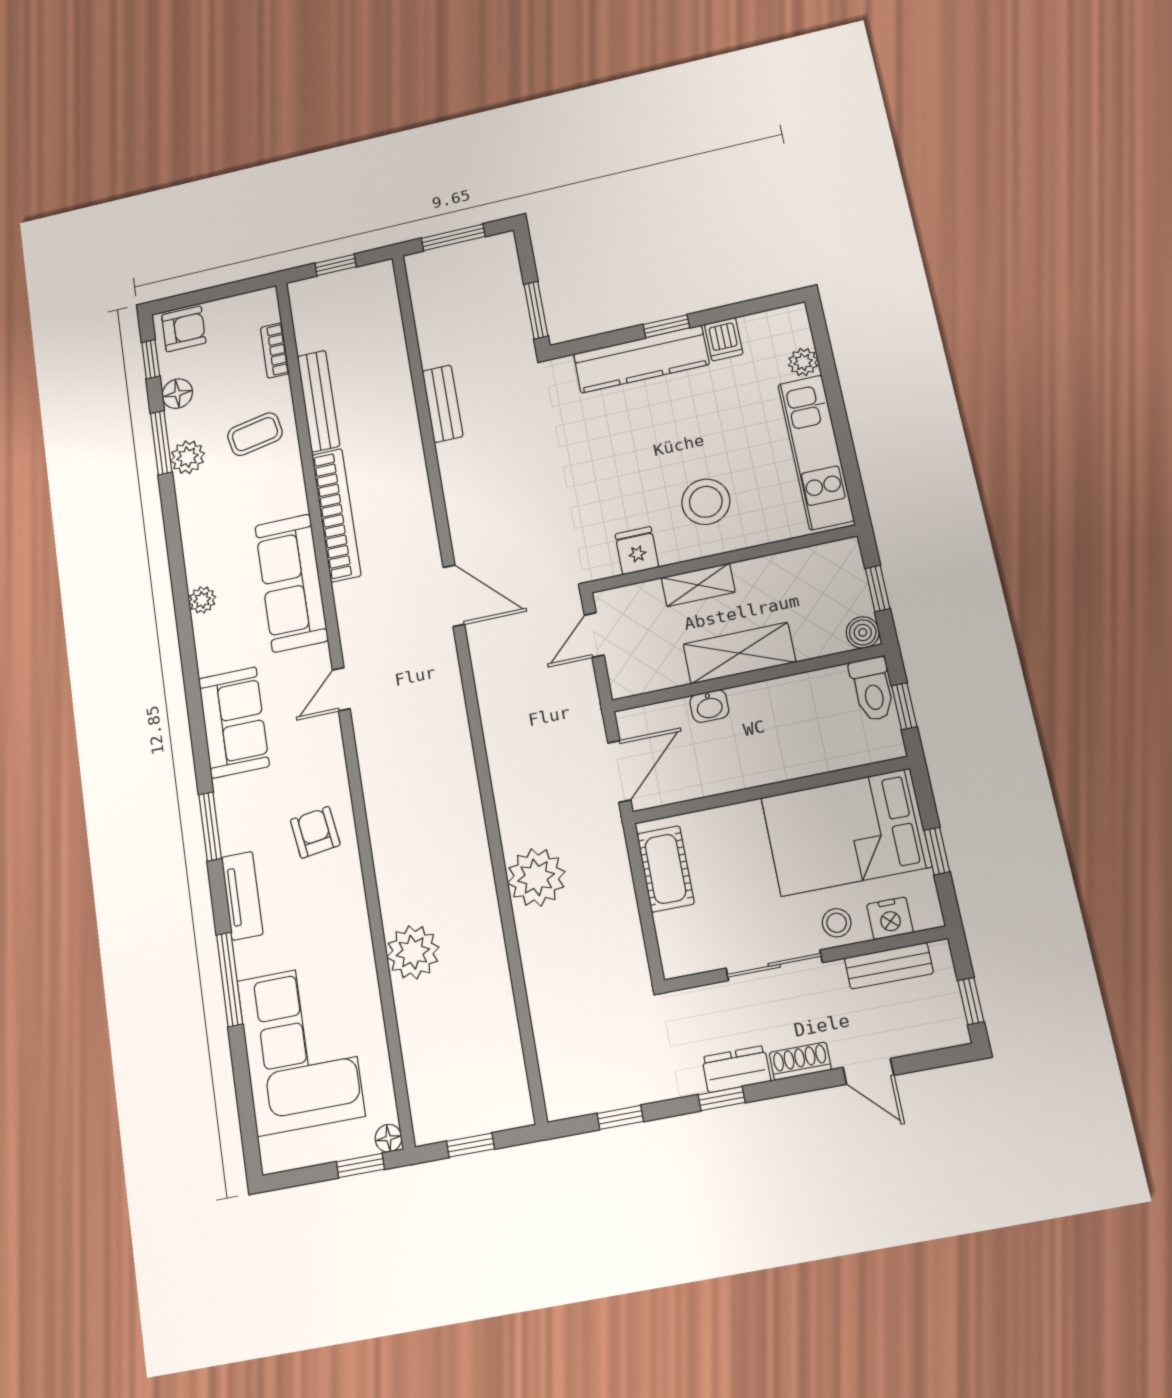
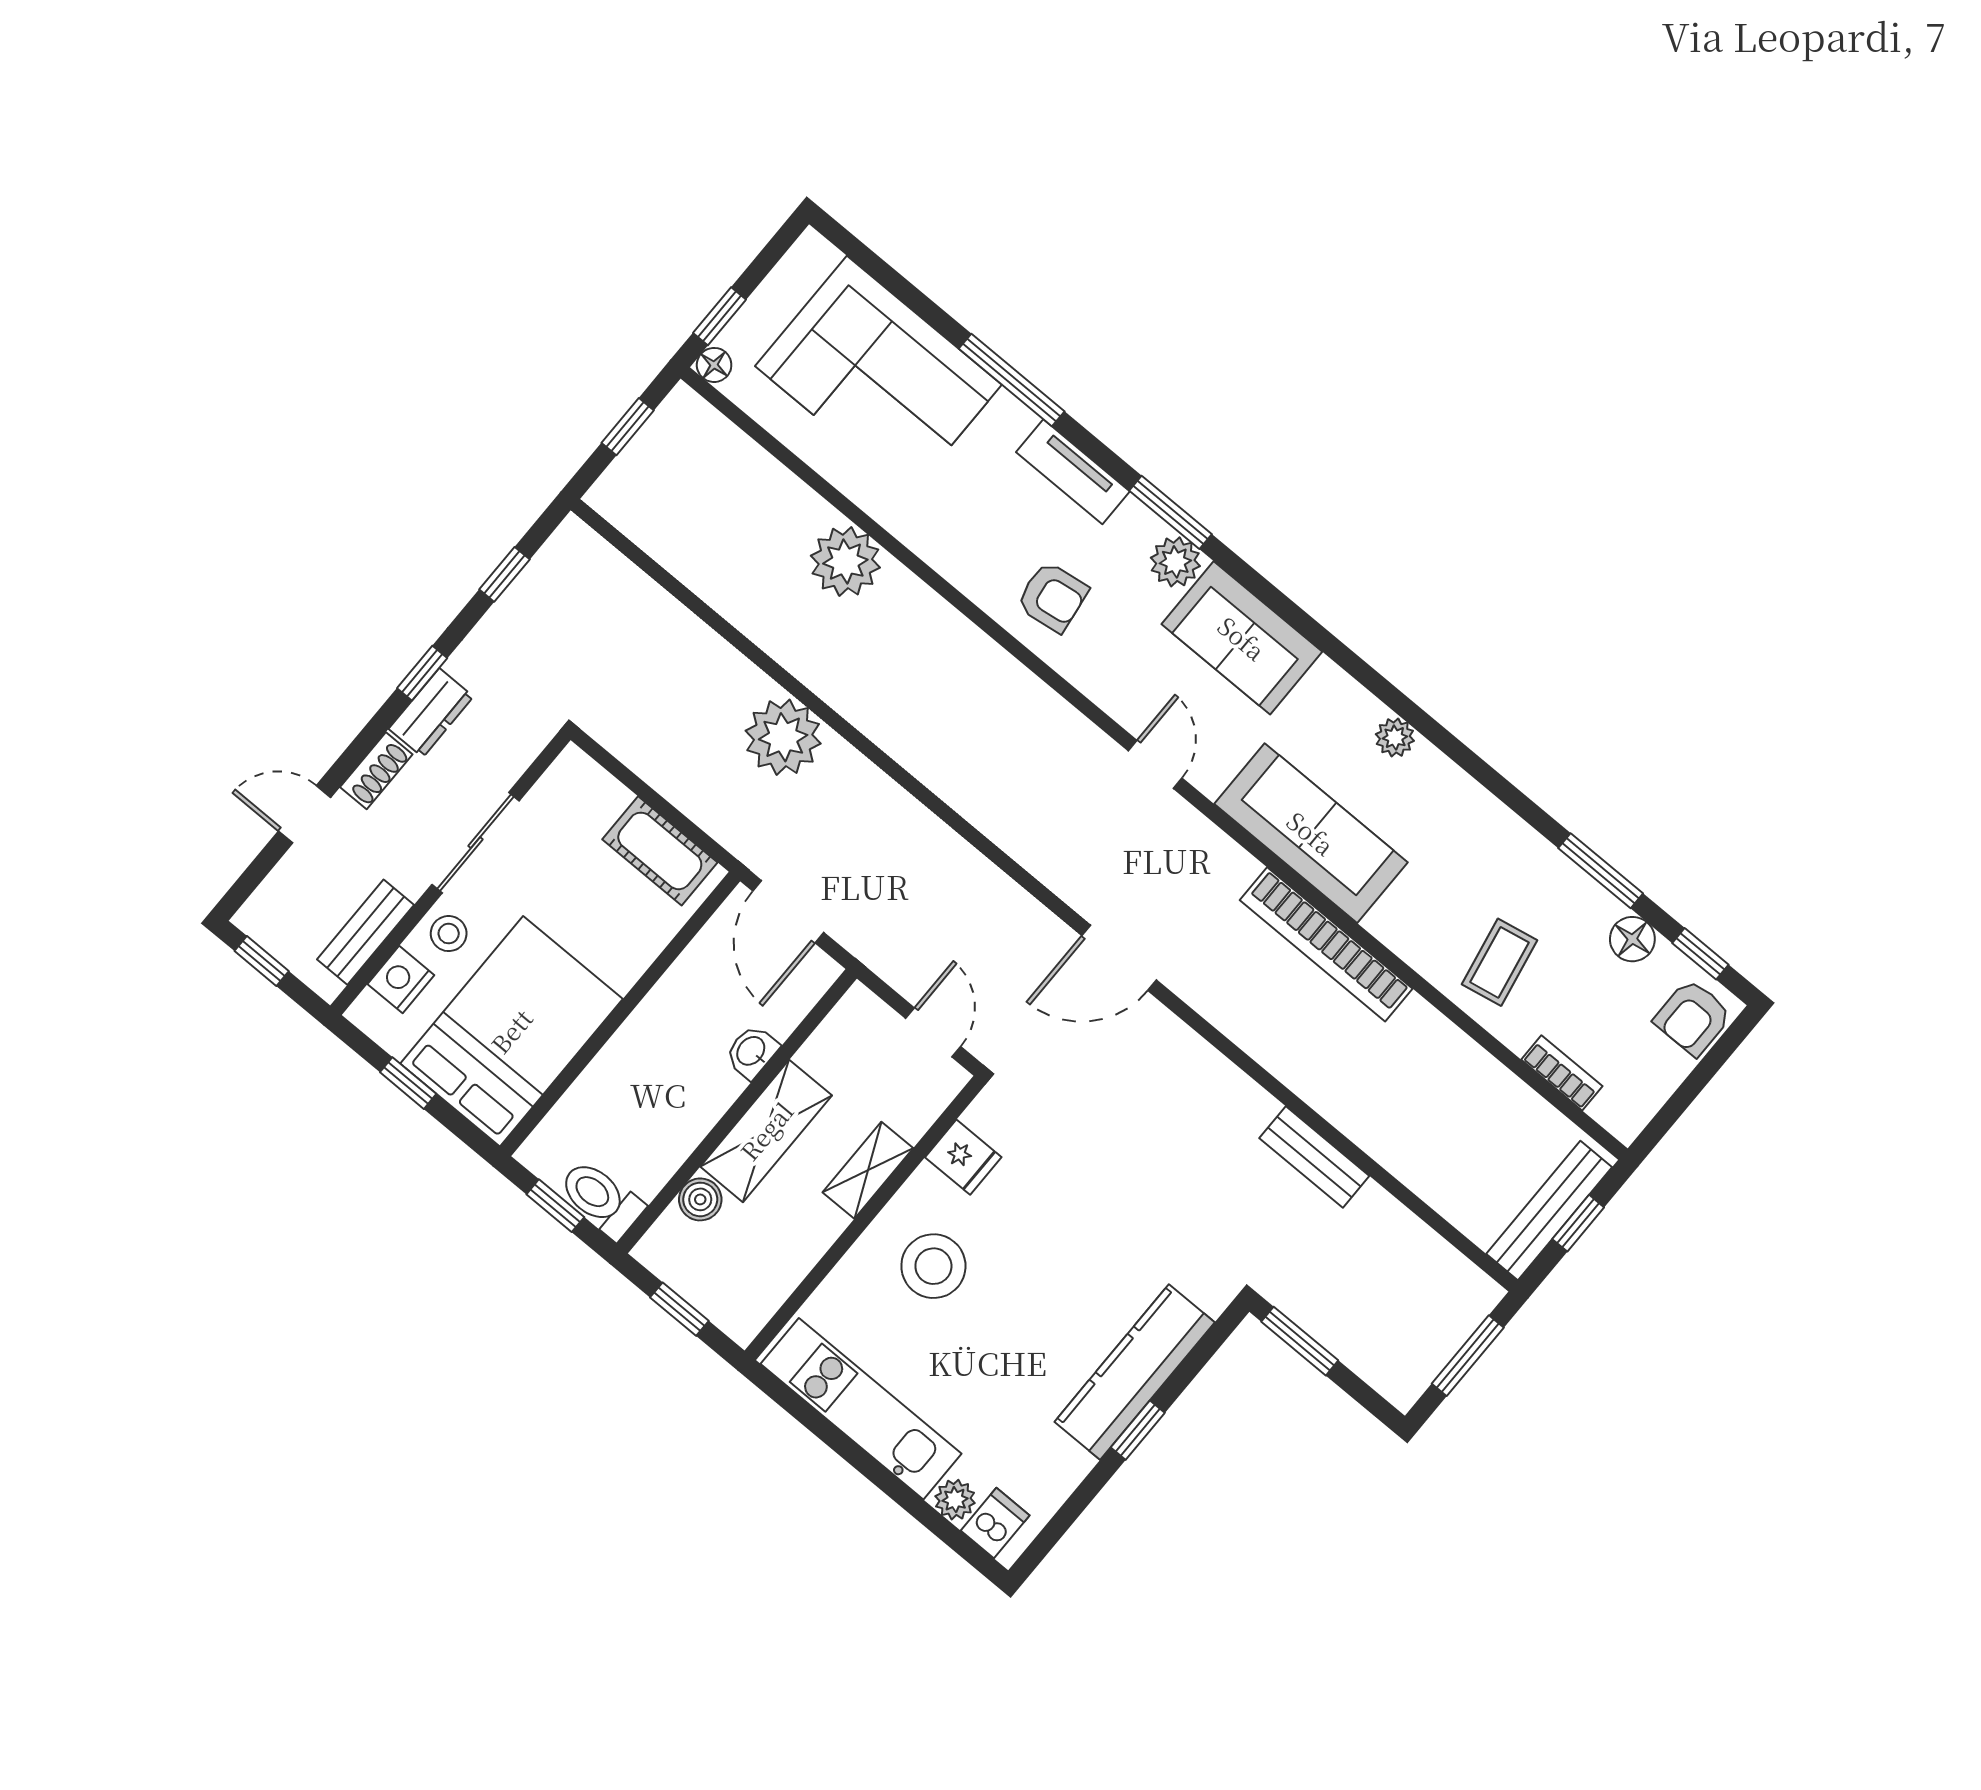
dishwasher: (724, 339) -> (995, 1523), moved, turned 90
bench: (318, 401) -> (1549, 1210), moved, turned 90
plant: (188, 457) -> (1175, 562), moved
boiler: (863, 632) -> (700, 1199), moved

